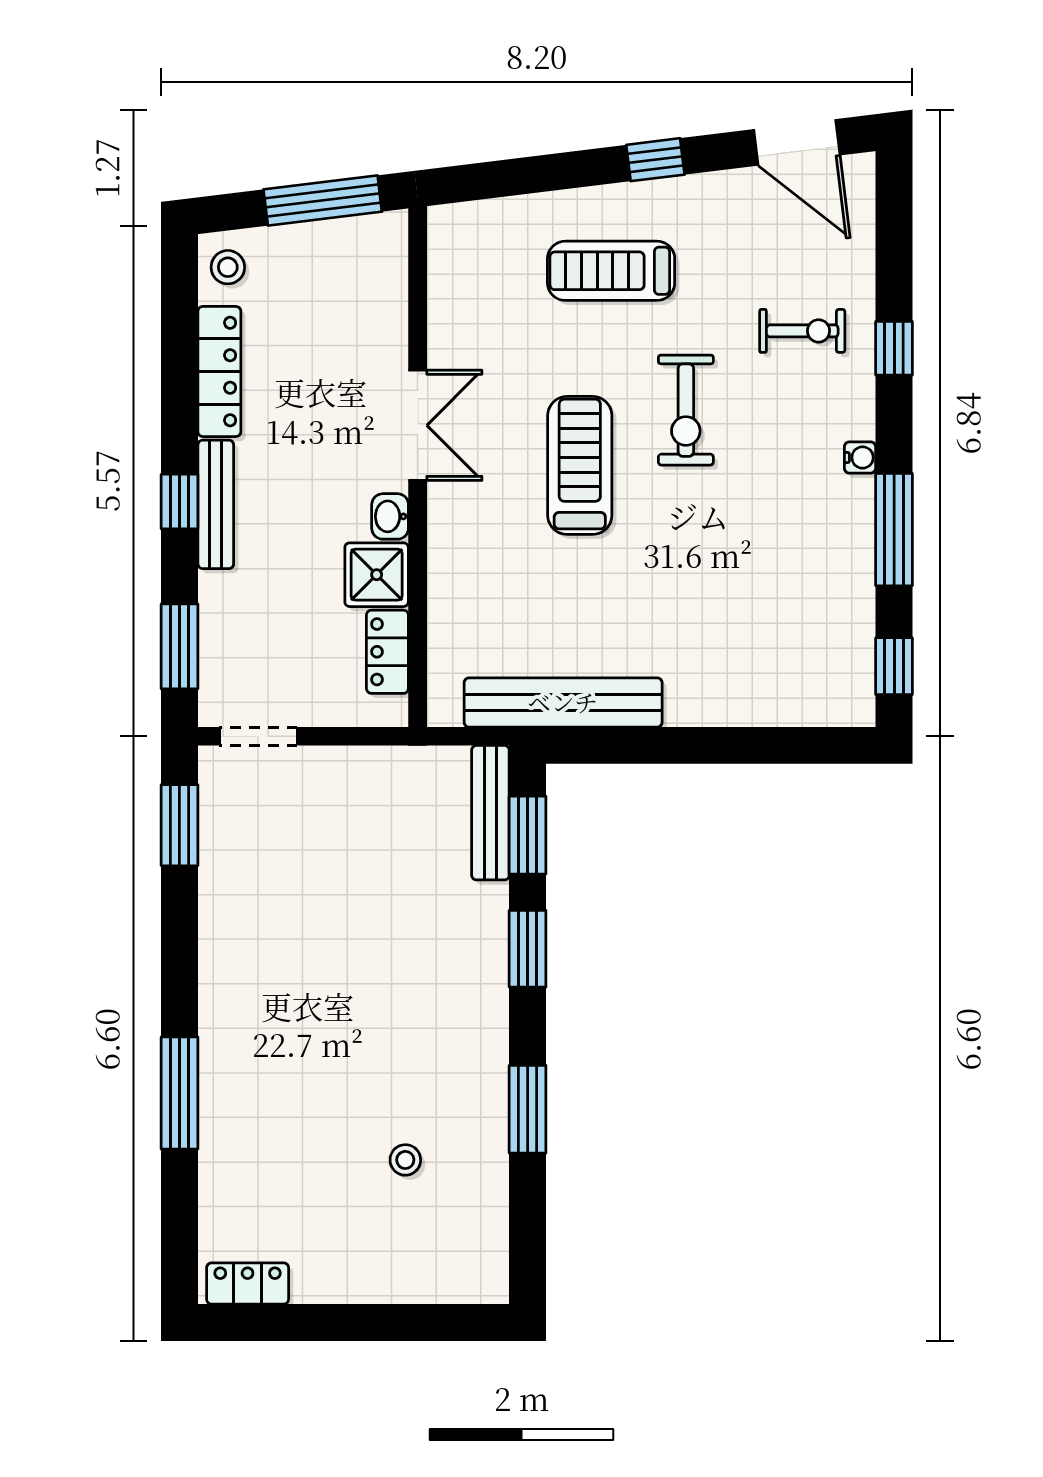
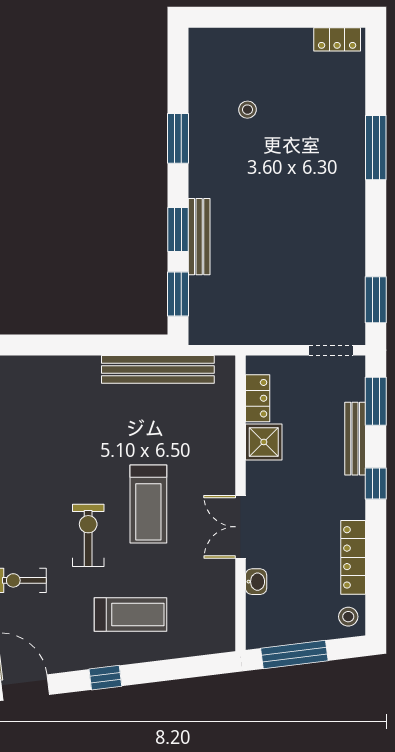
bench: (216, 504) -> (355, 439), moved
washbasin: (390, 516) -> (256, 582), moved
bench: (490, 813) -> (199, 237), moved

